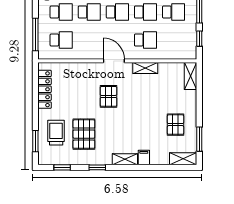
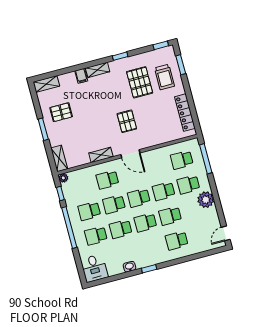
plant: (192, 54) -> (63, 178), added
pallet: (176, 125) -> (61, 112), turned 90
window: (199, 139) -> (43, 129), moved
window: (62, 167) -> (161, 45), moved

